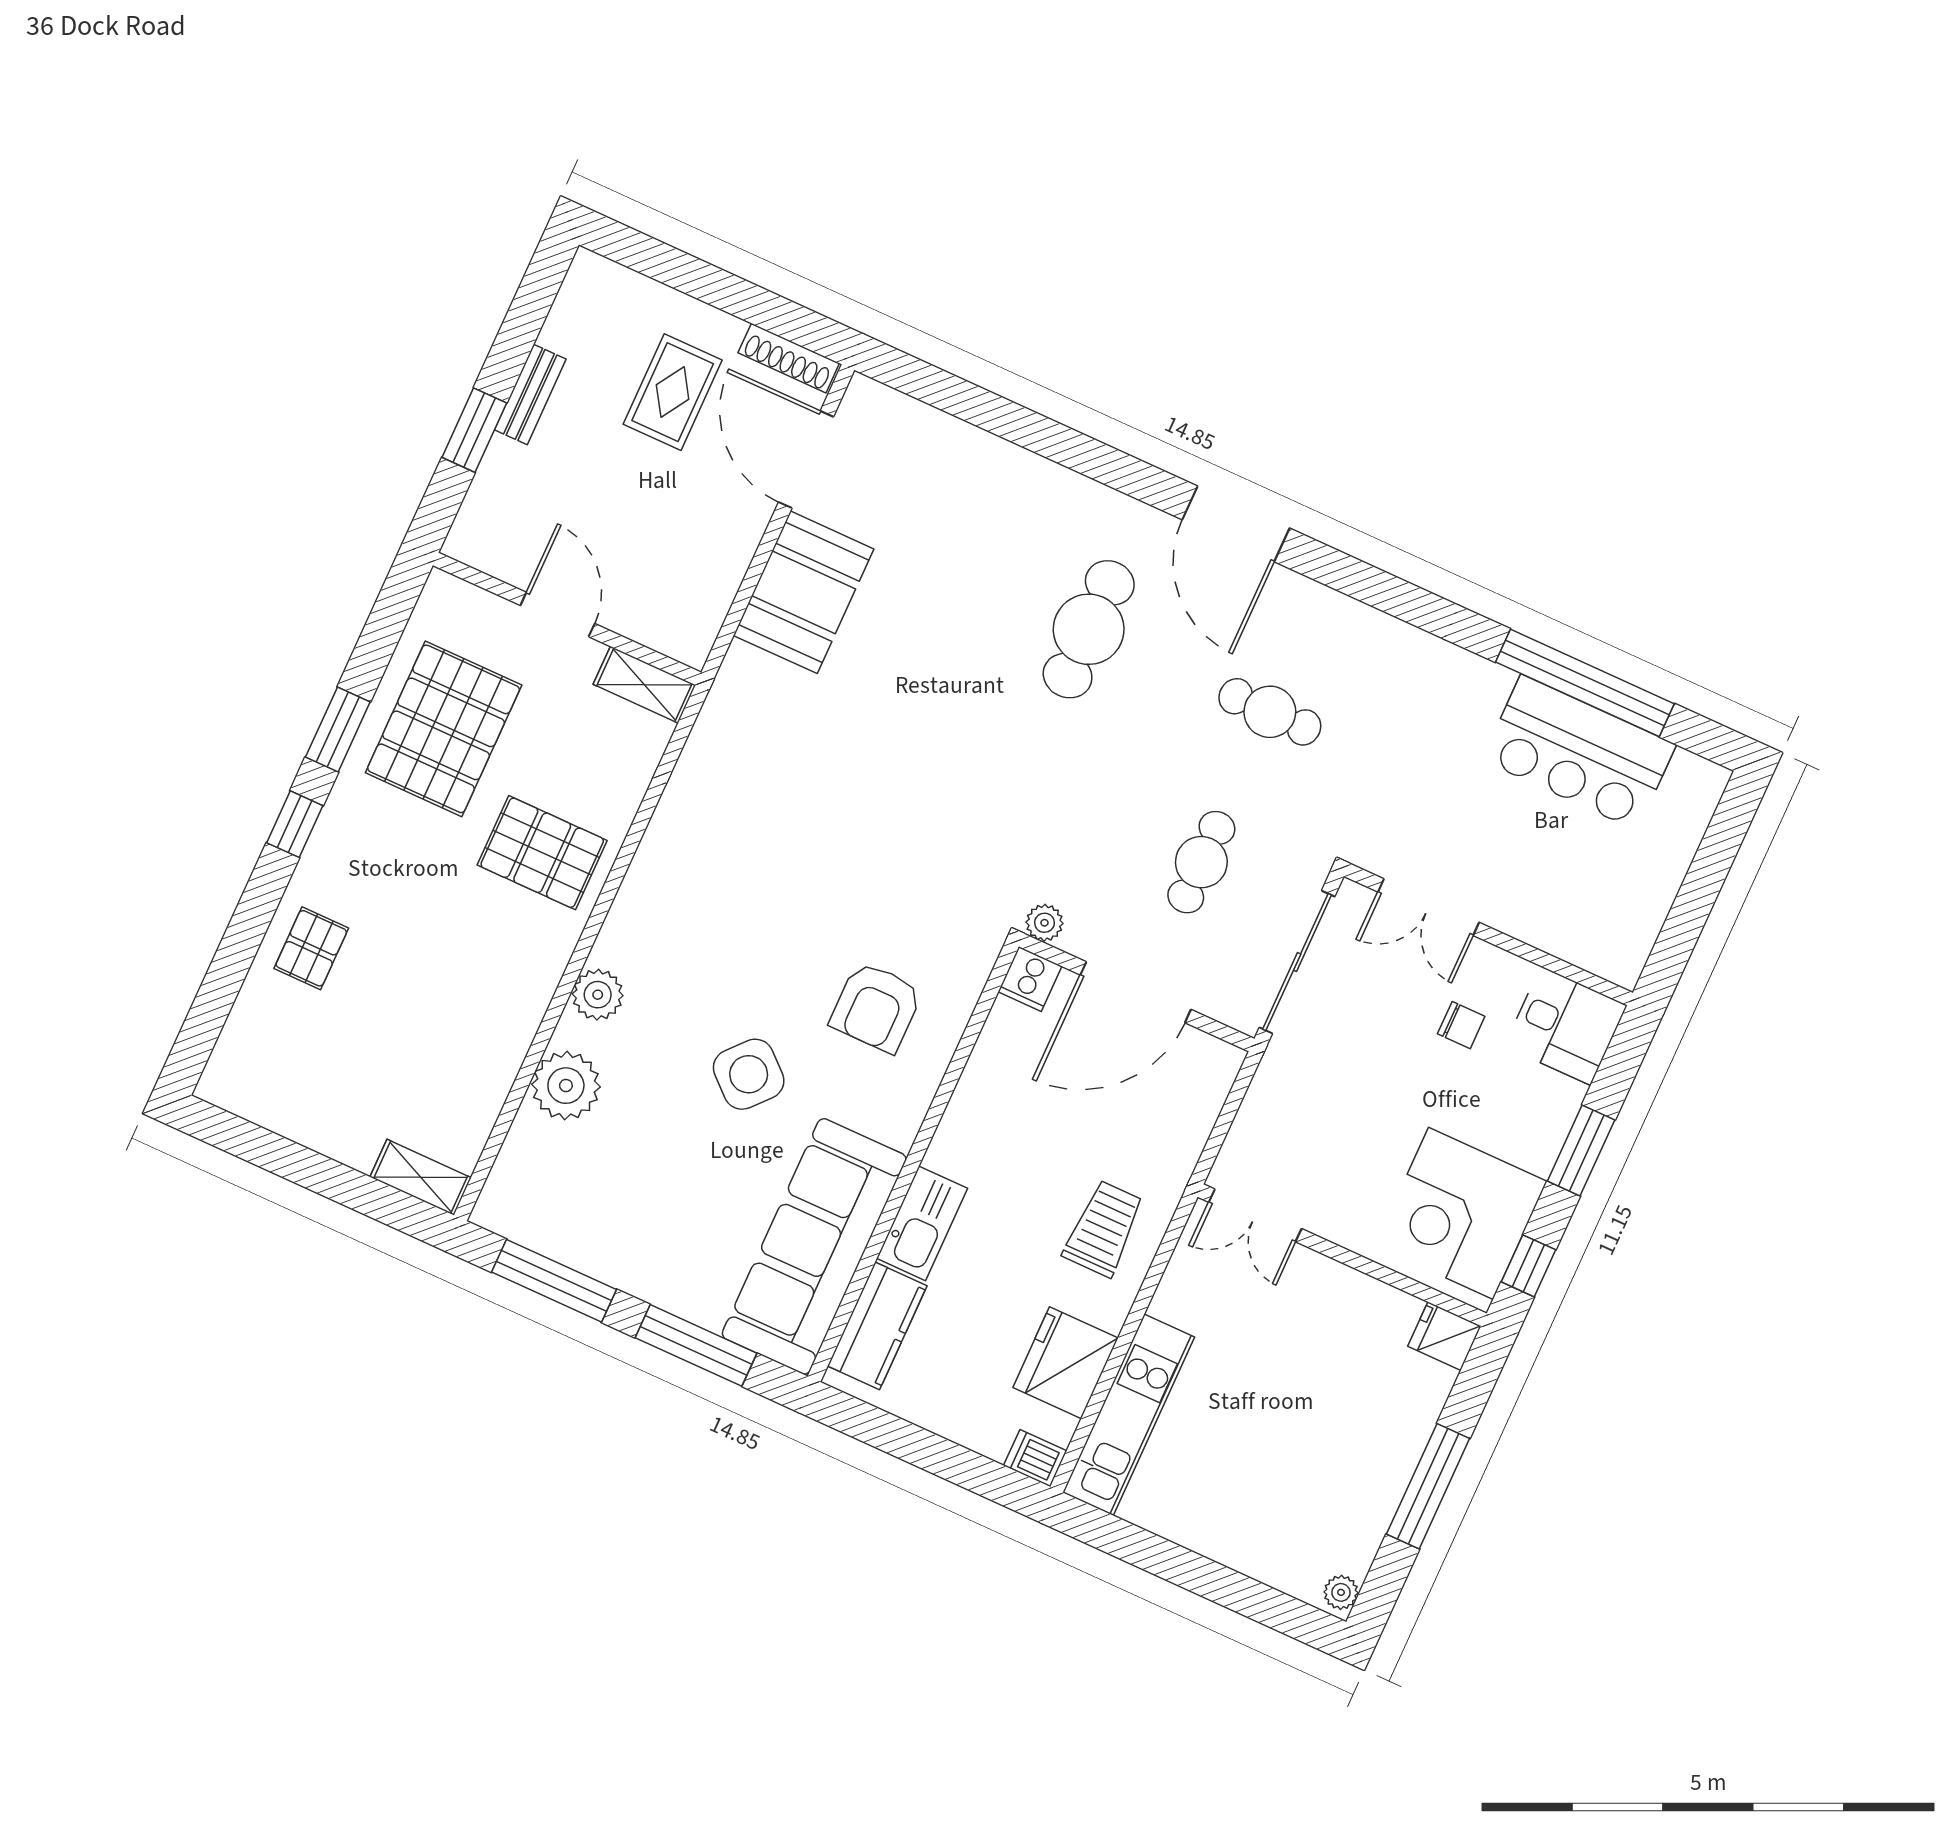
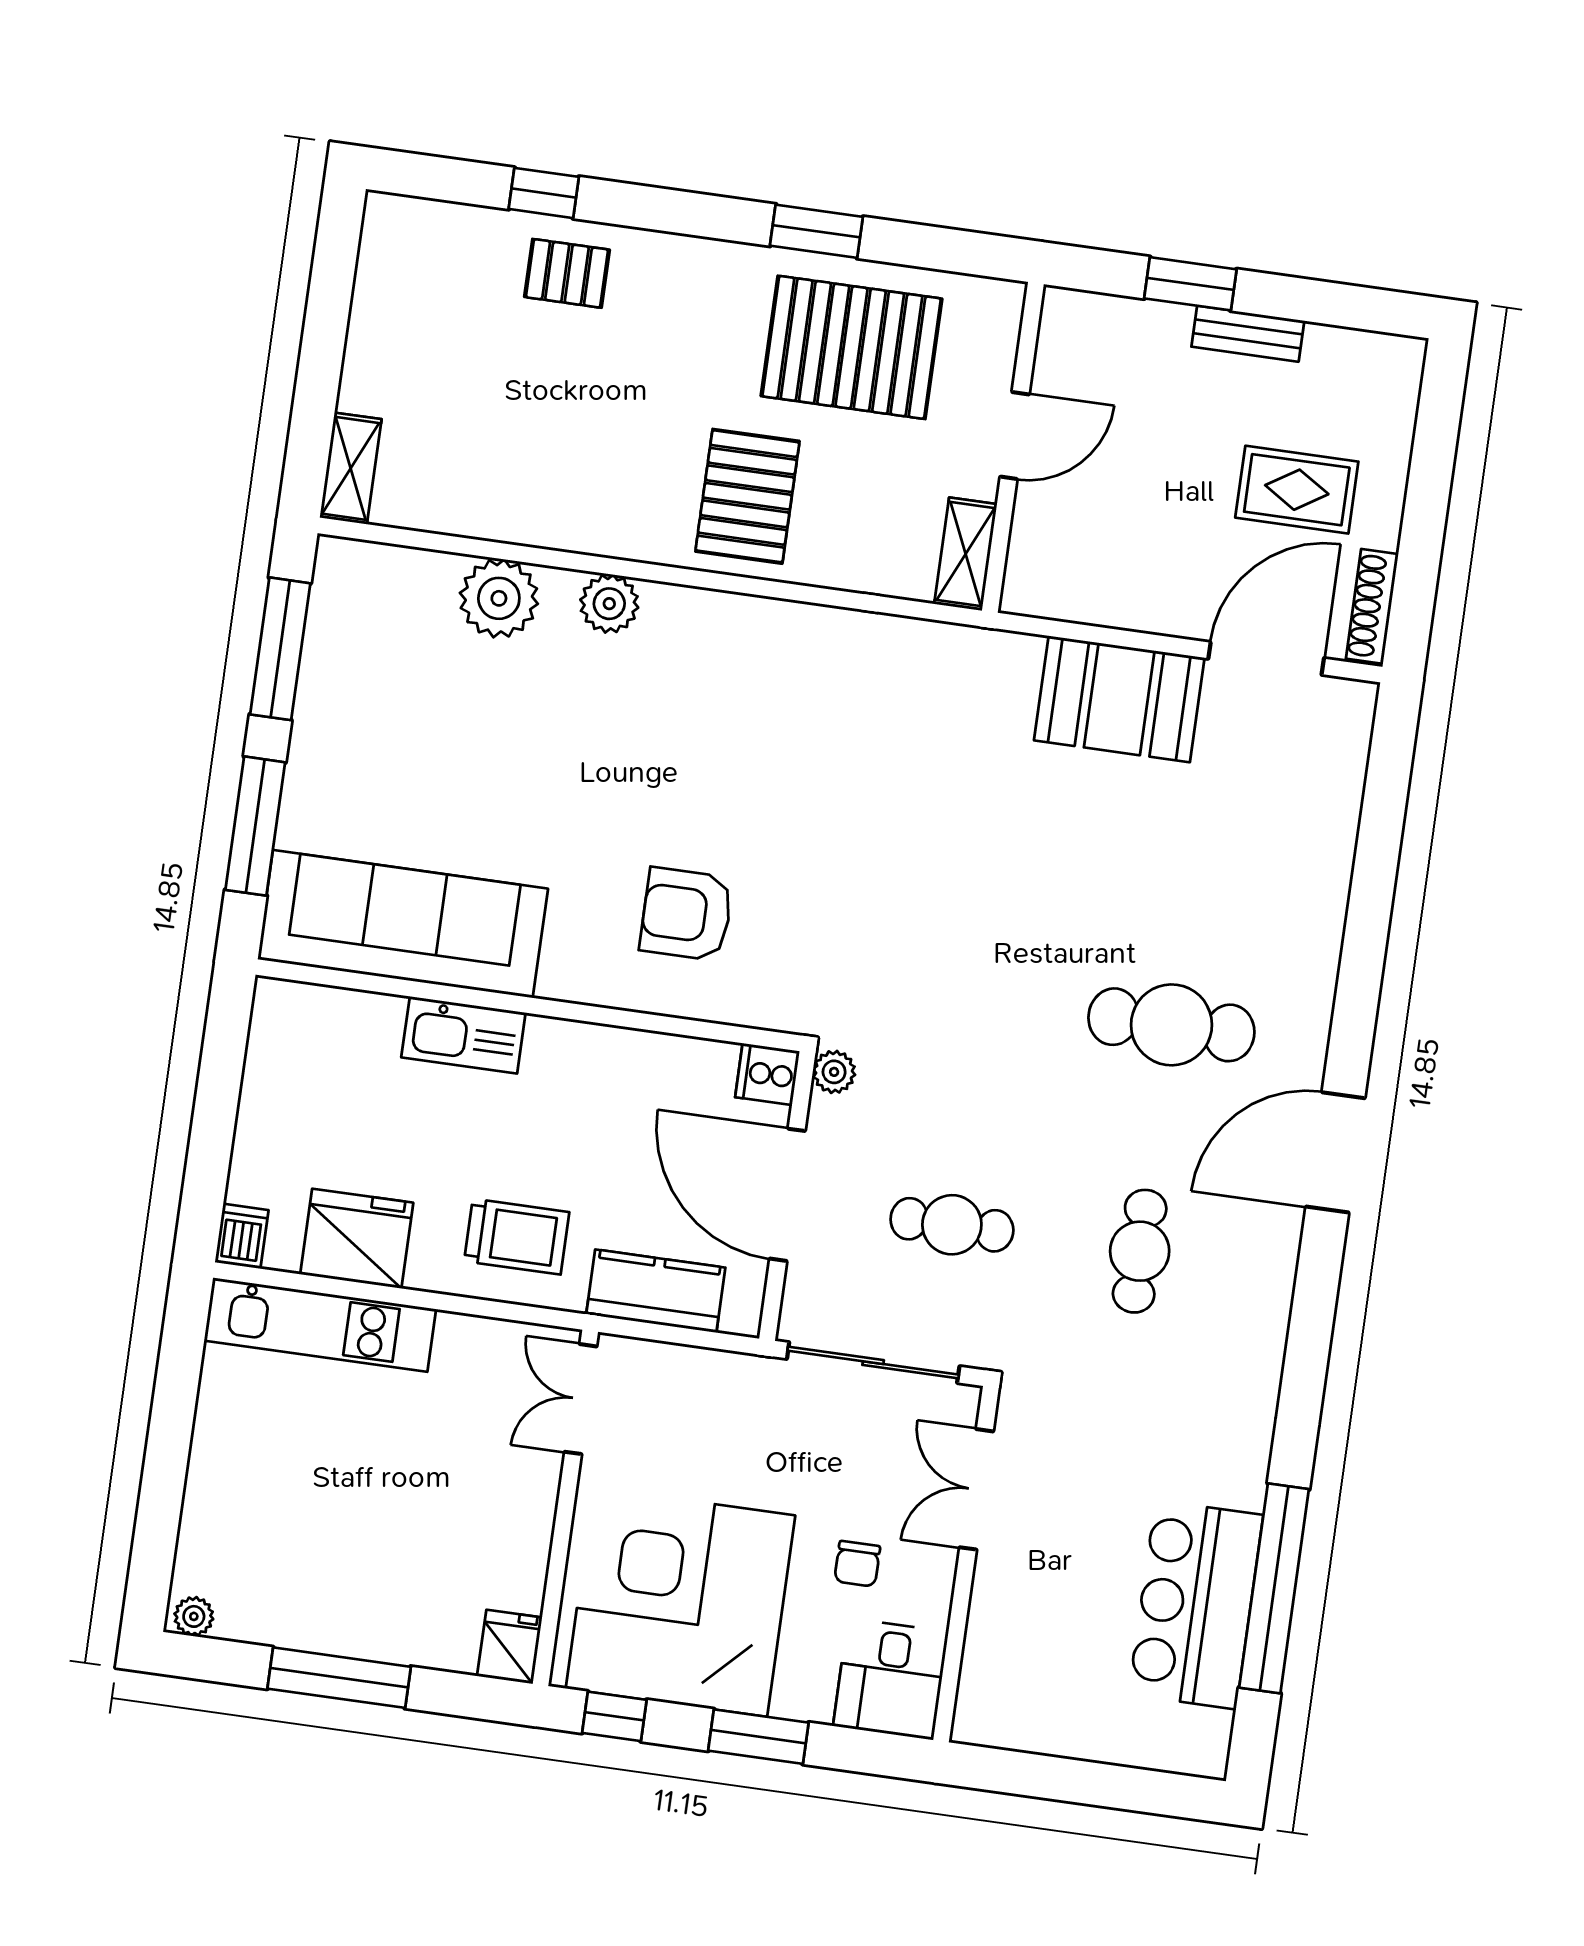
window: (295, 824) -> (544, 193), moved
side table: (749, 1074) -> (571, 796), removed
corner desk: (1461, 1213) -> (680, 1602), width x1.36, depth x1.36
kitchen counter: (877, 1326) -> (656, 1291), moved, turned 180

